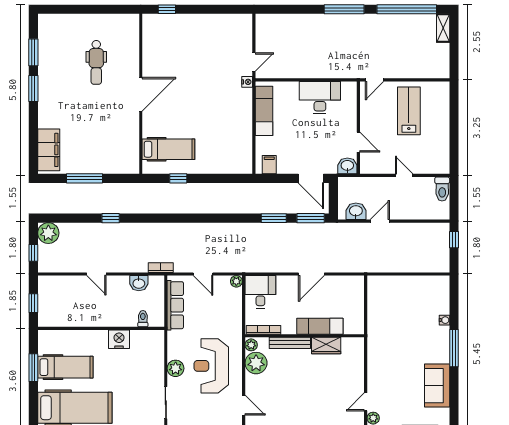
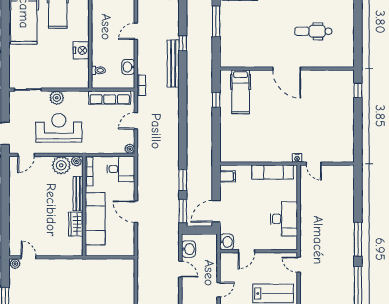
bench: (135, 230) -> (173, 63), added
exam couch: (320, 326) -> (95, 219), width x1.36, depth x1.45

